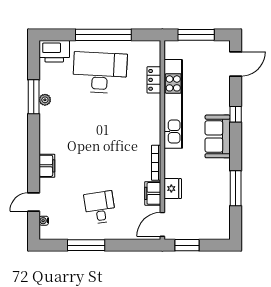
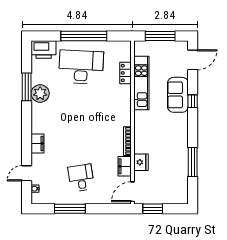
plant: (45, 100) -> (40, 93), width x1.87, depth x1.87
kitchen unit: (173, 104) -> (141, 83), width x0.73
sofa: (218, 136) -> (178, 95), moved

